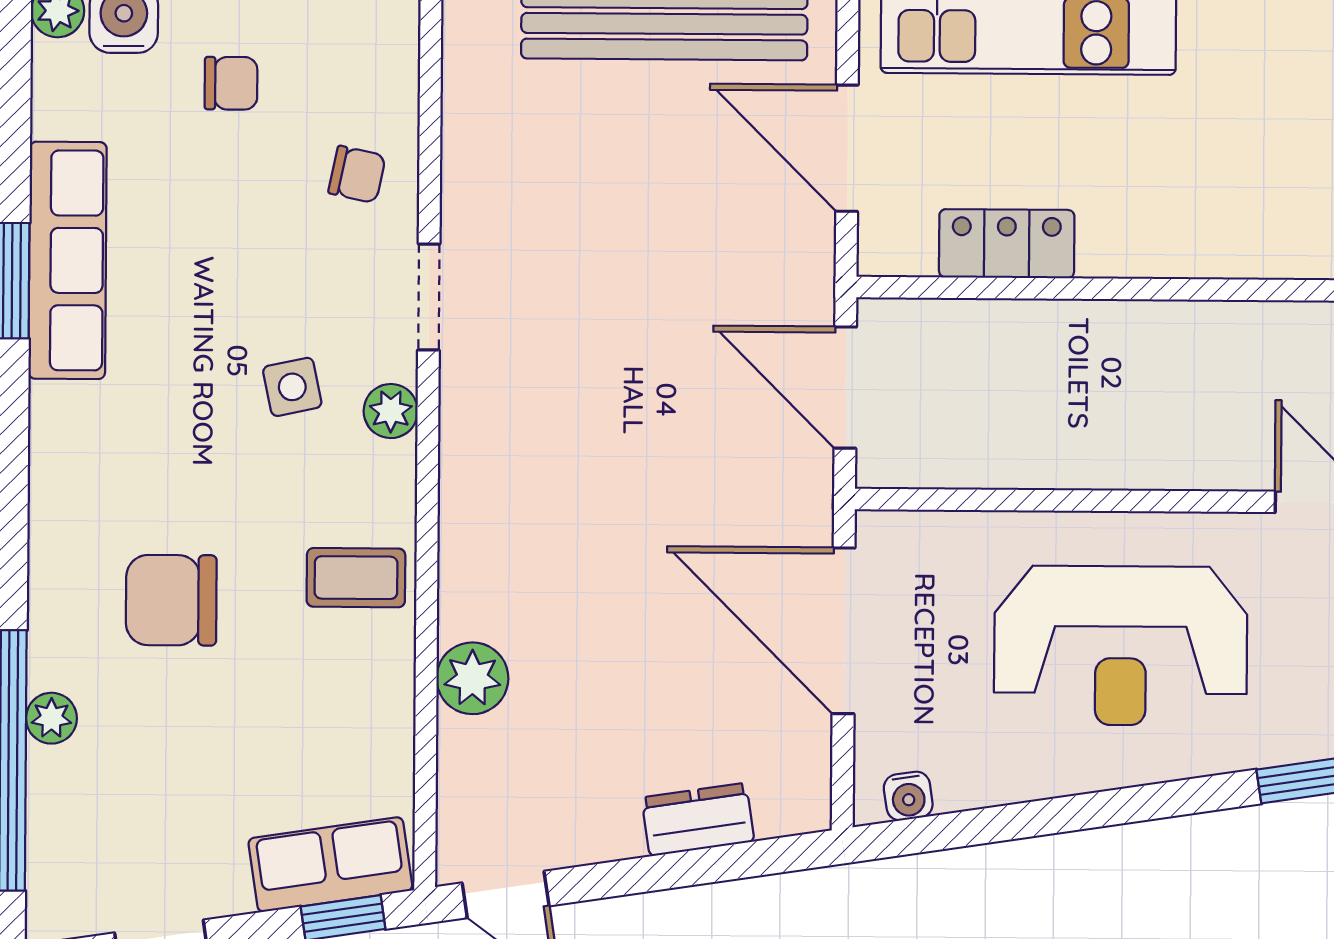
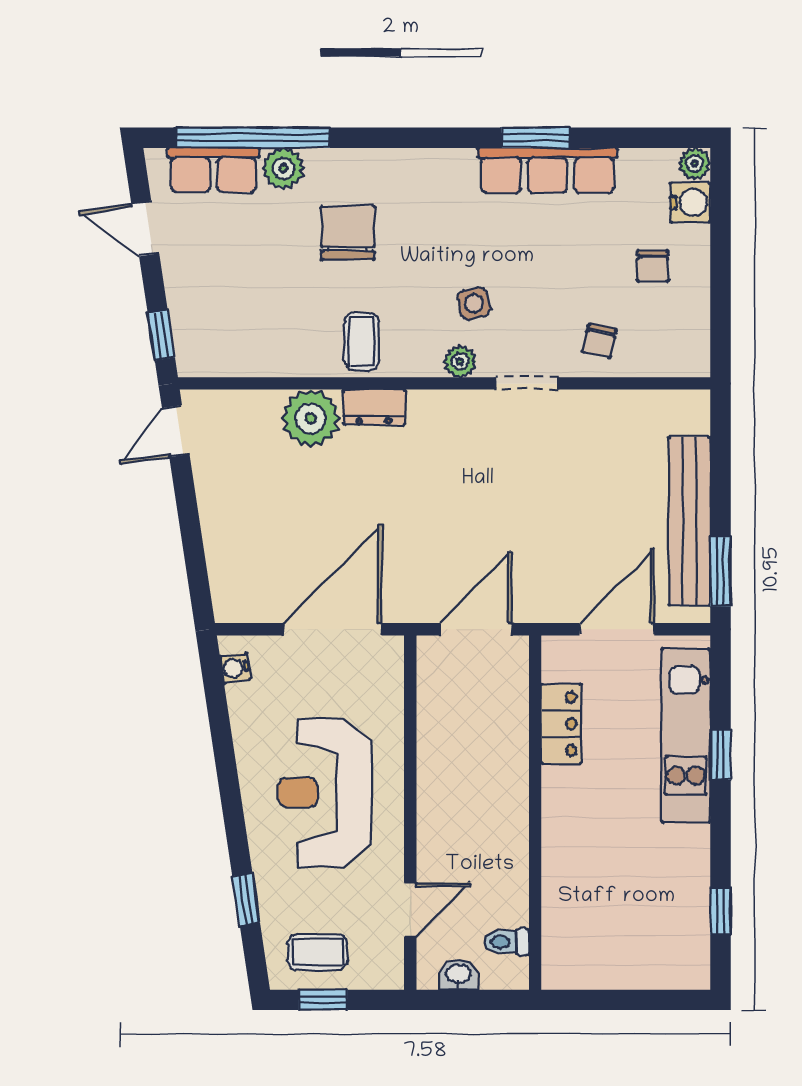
plant: (472, 678) -> (311, 418), width x1.36, depth x1.36
plant: (51, 718) -> (283, 168), width x1.38, depth x1.38
dresser: (698, 819) -> (374, 407), moved, turned 99
row of seats: (330, 864) -> (213, 170), moved, turned 99

